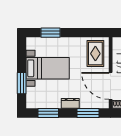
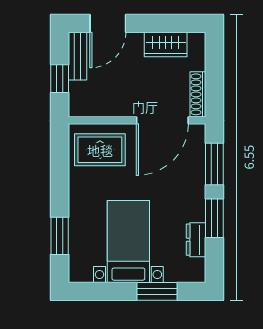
dresser: (70, 103) -> (196, 240), moved
window: (48, 113) -> (214, 218), moved

